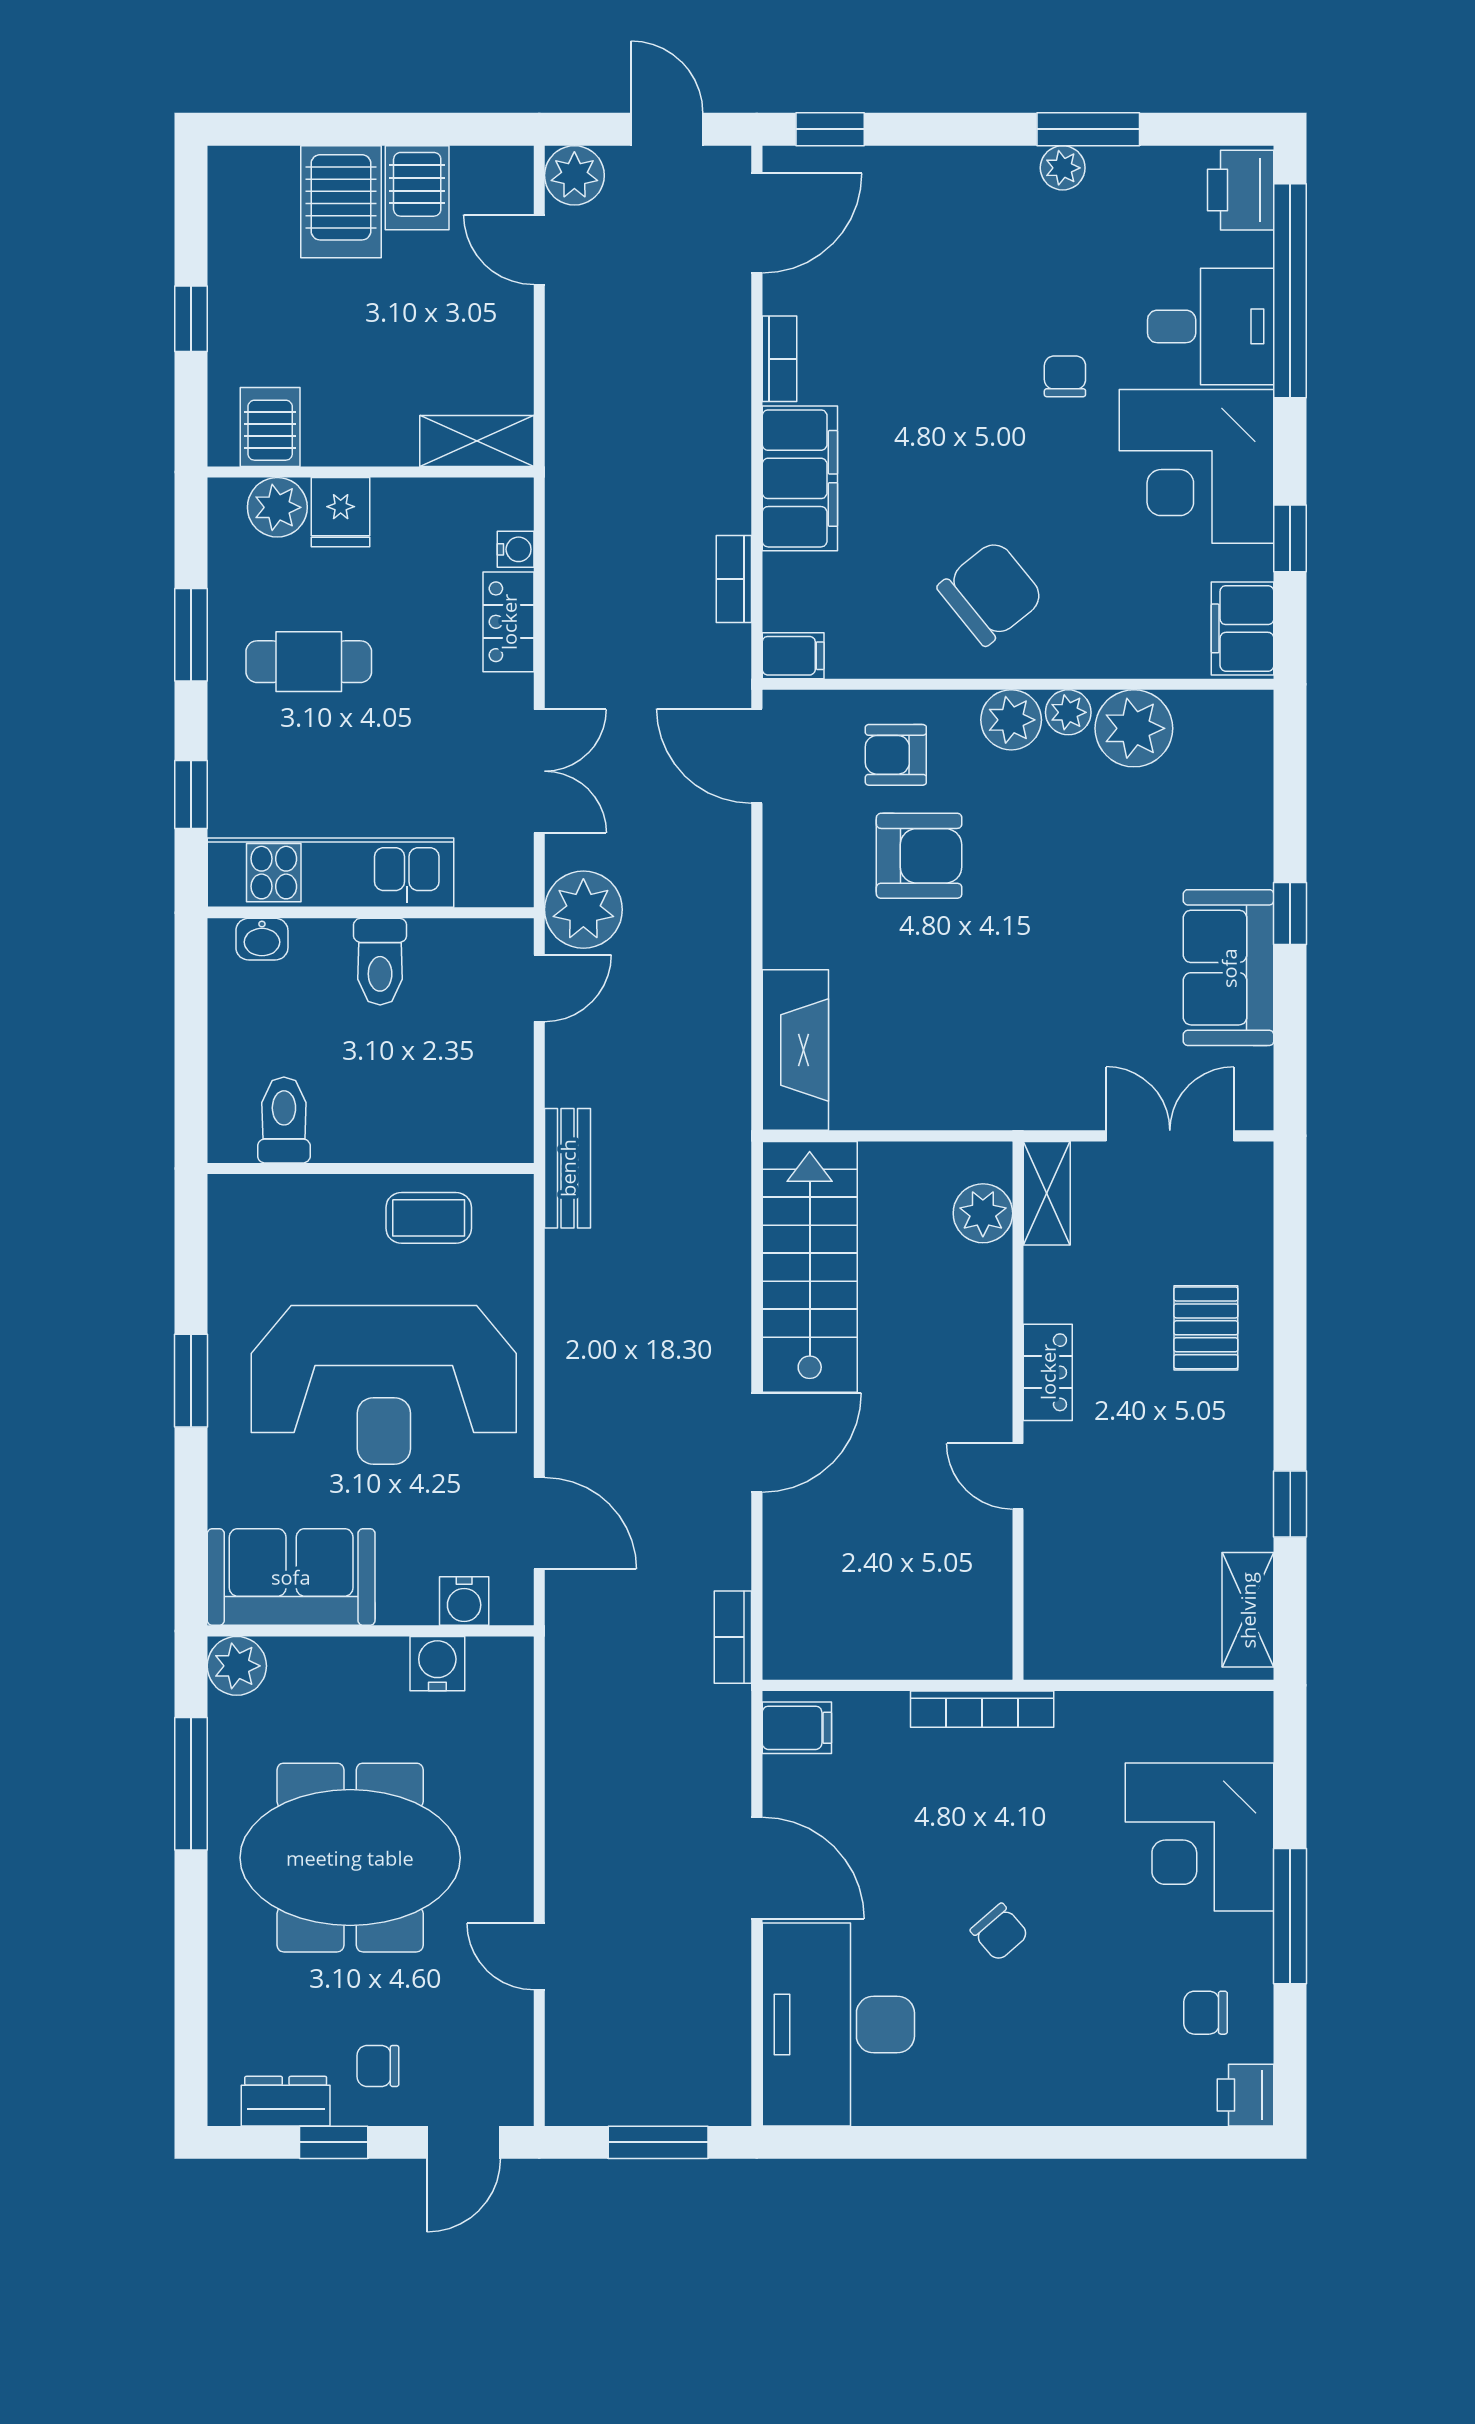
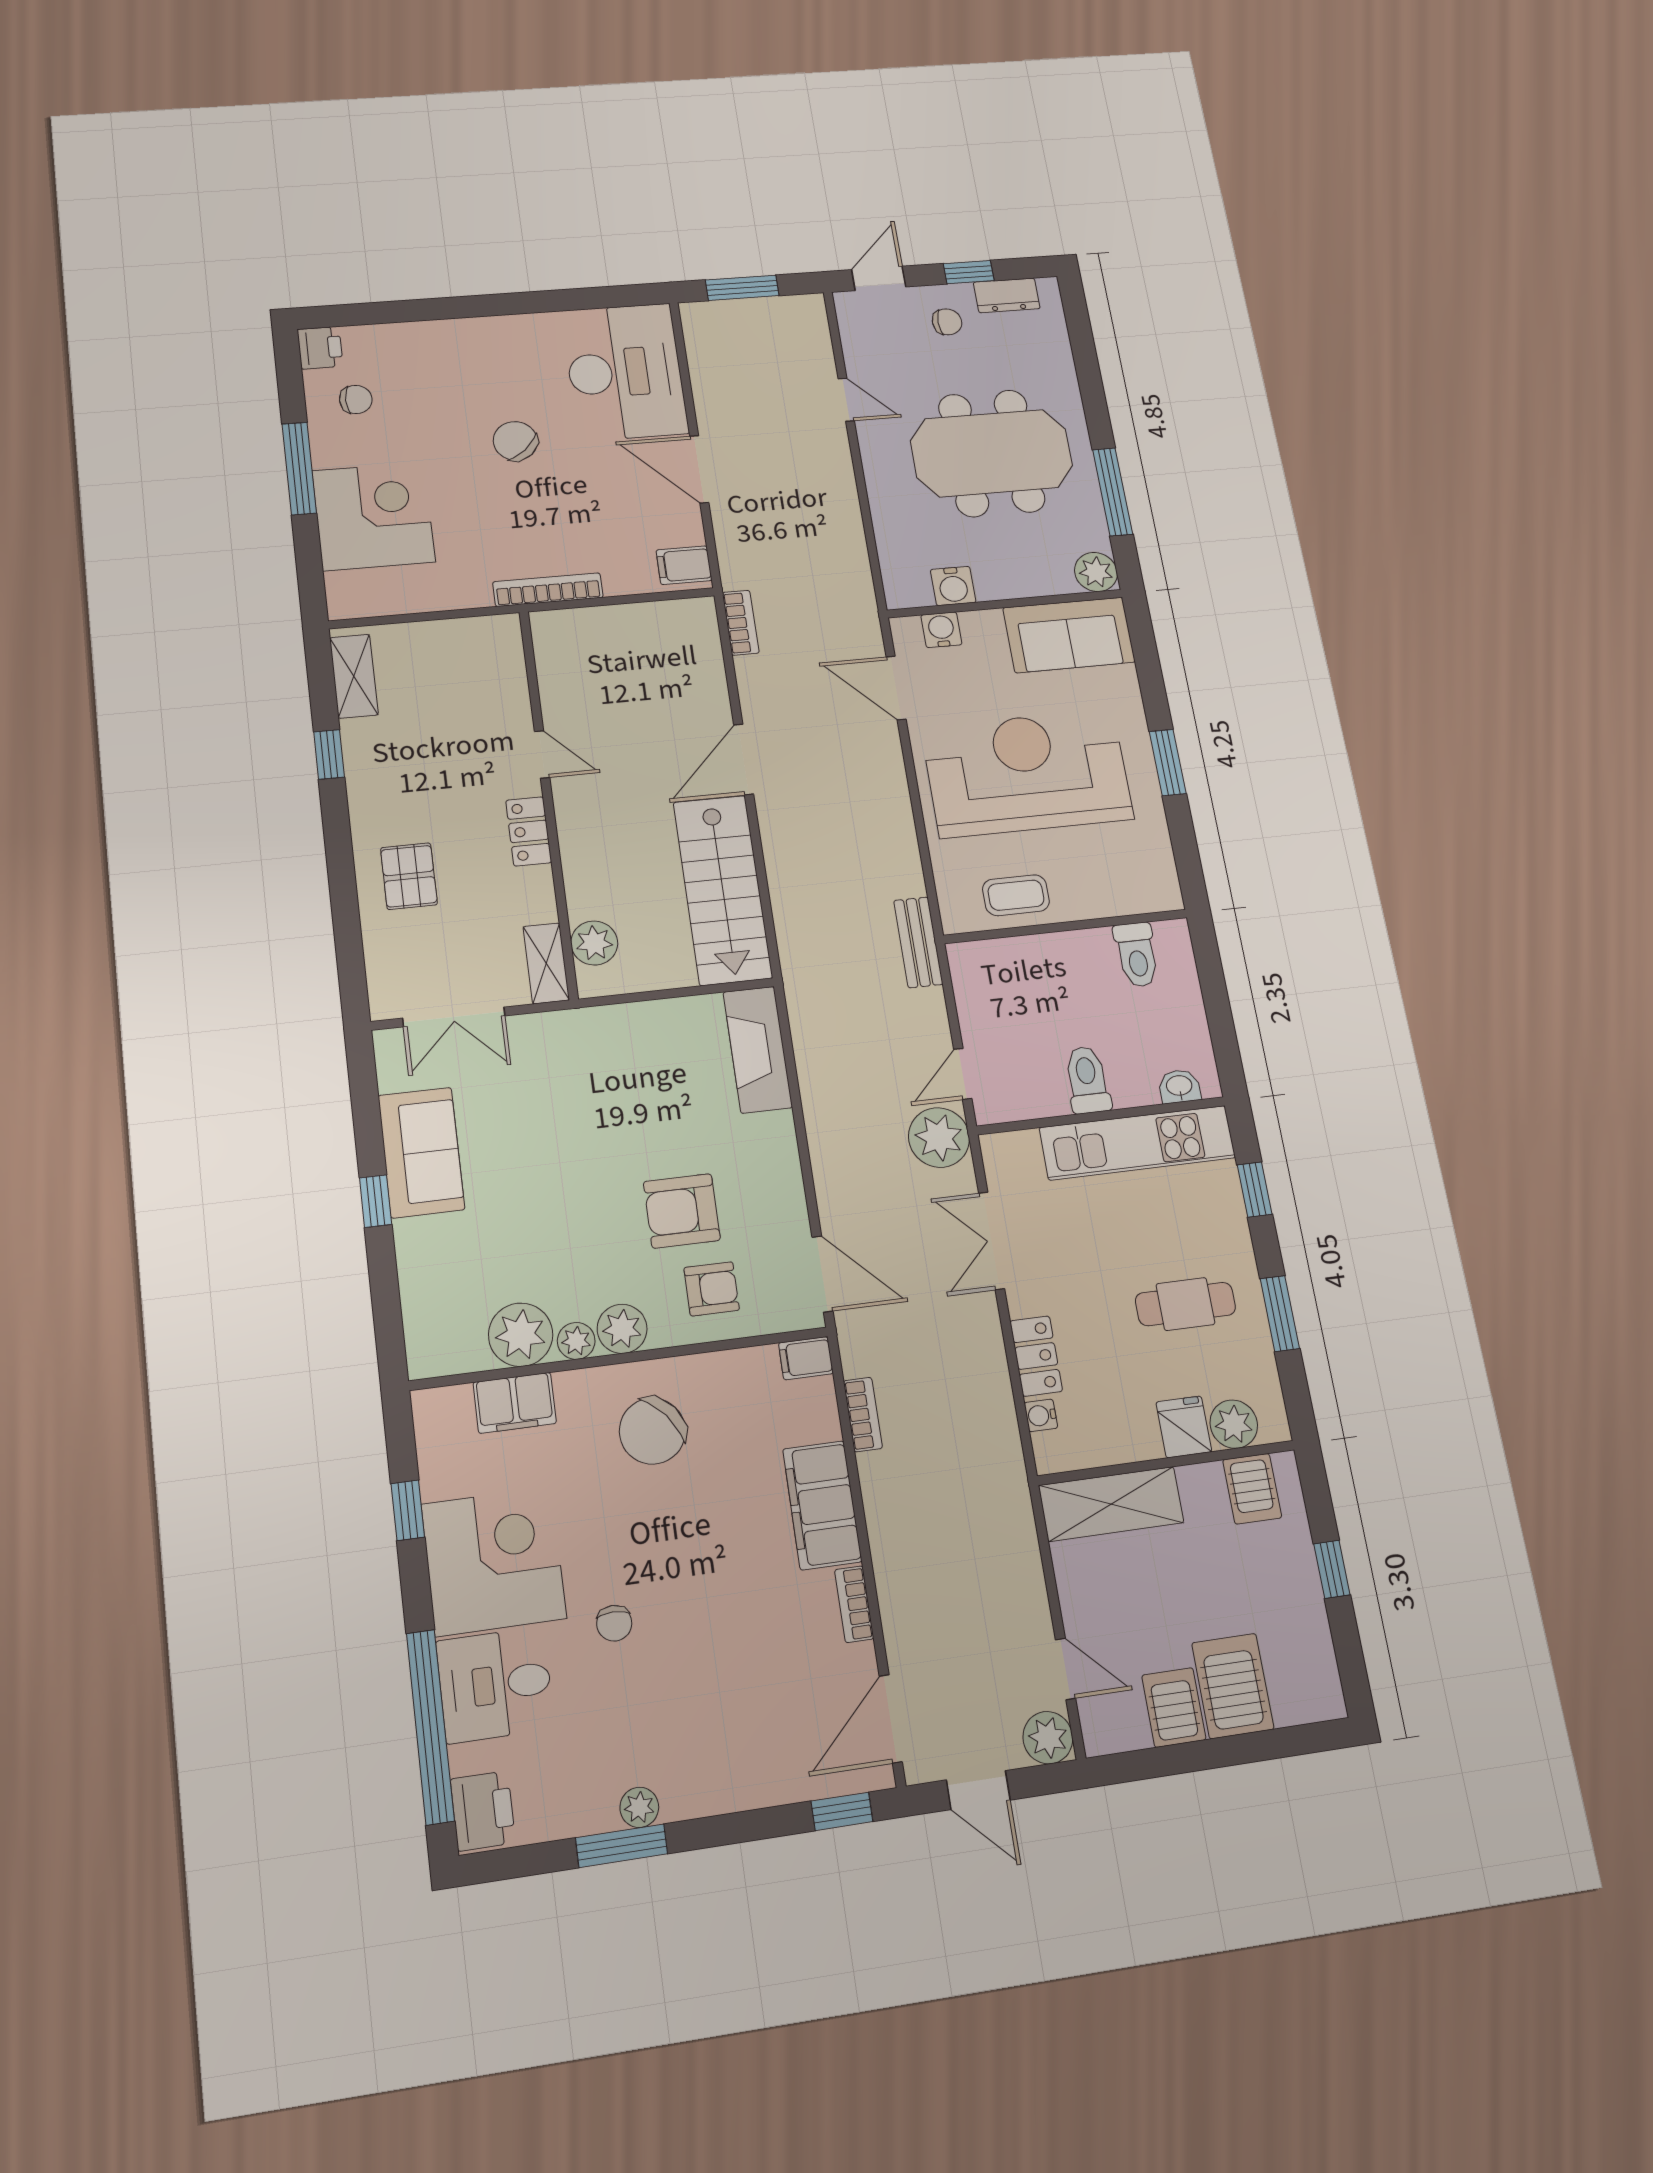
shelving: (477, 441) -> (1111, 1504), width x1.50, depth x1.33
filing cabinet: (1243, 628) -> (515, 1403), moved, turned 90
chair: (999, 1932) -> (515, 441), width x1.37, depth x1.37

